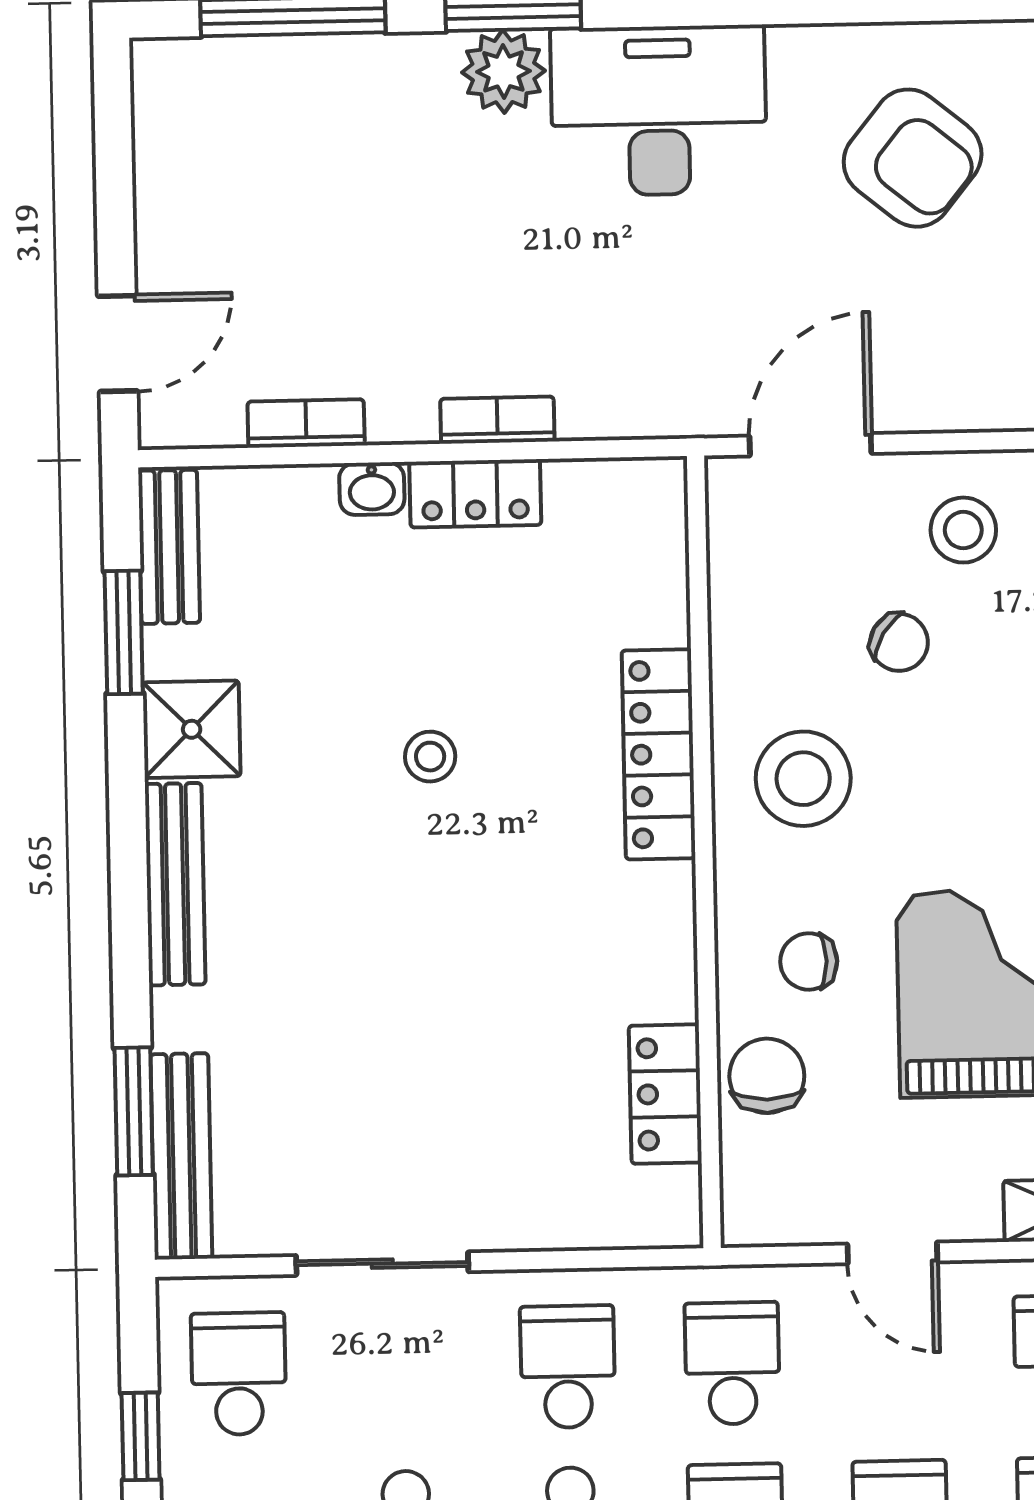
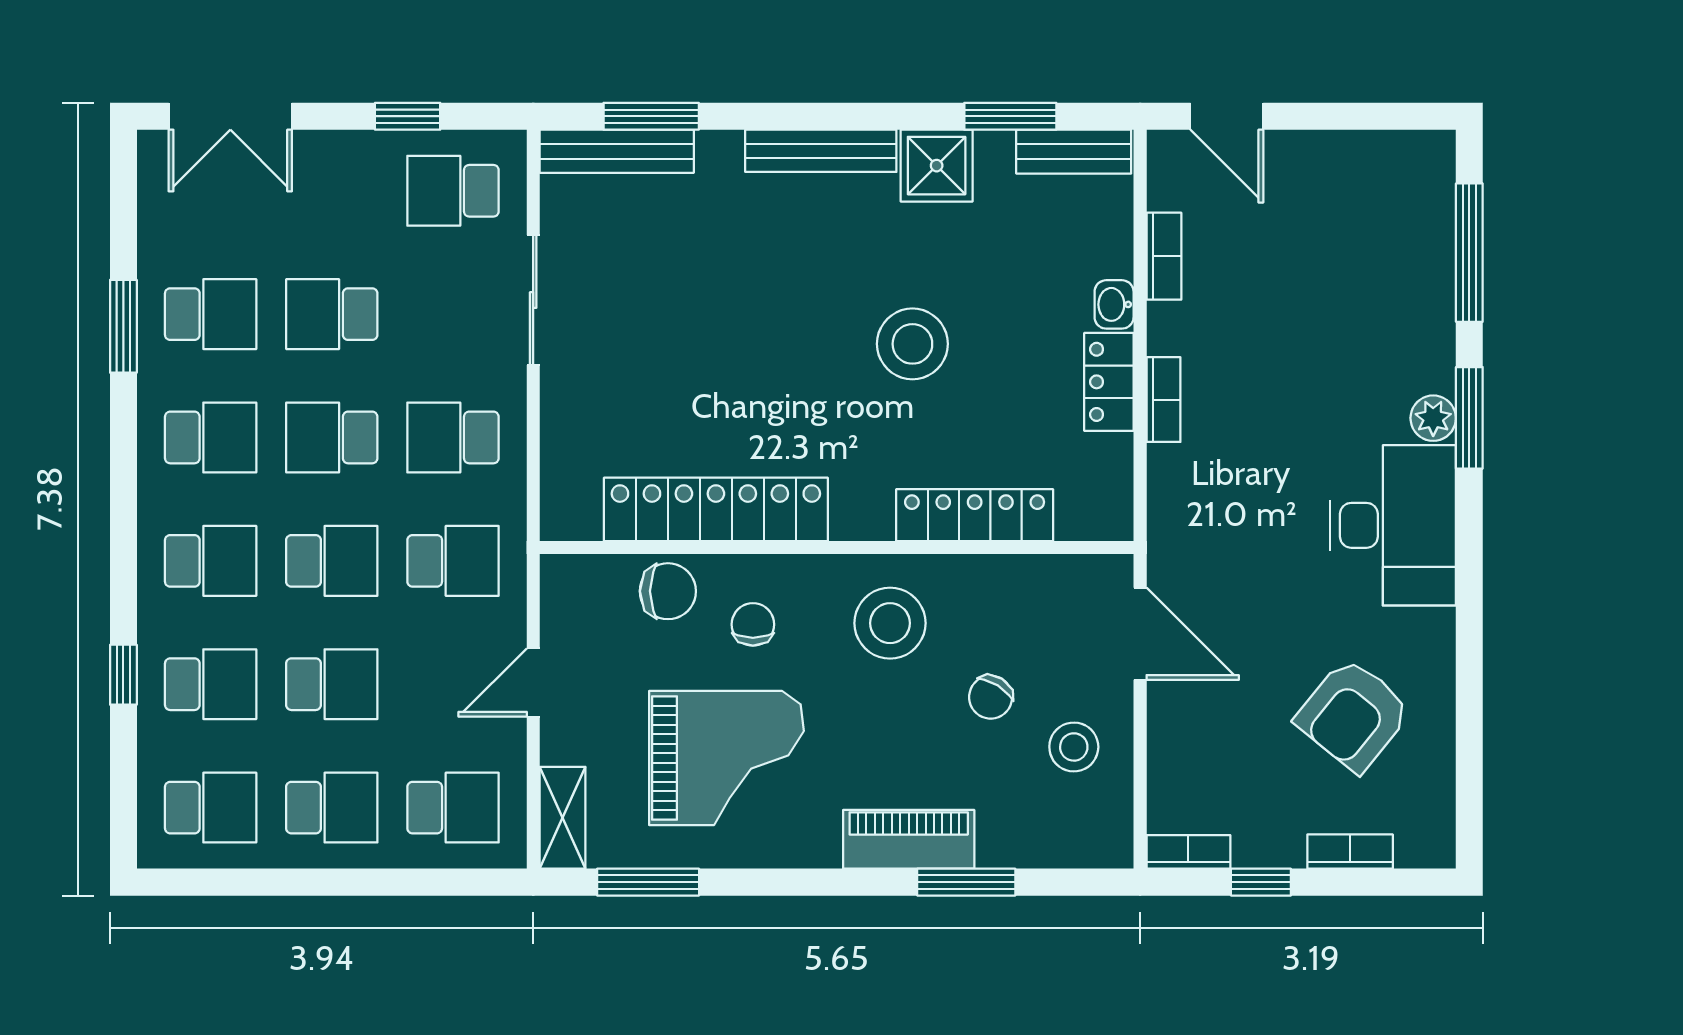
plant: (503, 71) -> (1433, 418), width x0.73, depth x0.73
locker: (659, 754) -> (975, 515), moved
stool: (430, 757) -> (912, 344), width x1.89, depth x1.89
locker: (665, 1094) -> (716, 509), width x2.16, depth x1.21
school desk: (568, 1367) -> (453, 437), turned 180
school desk: (239, 1374) -> (453, 191), turned 180

